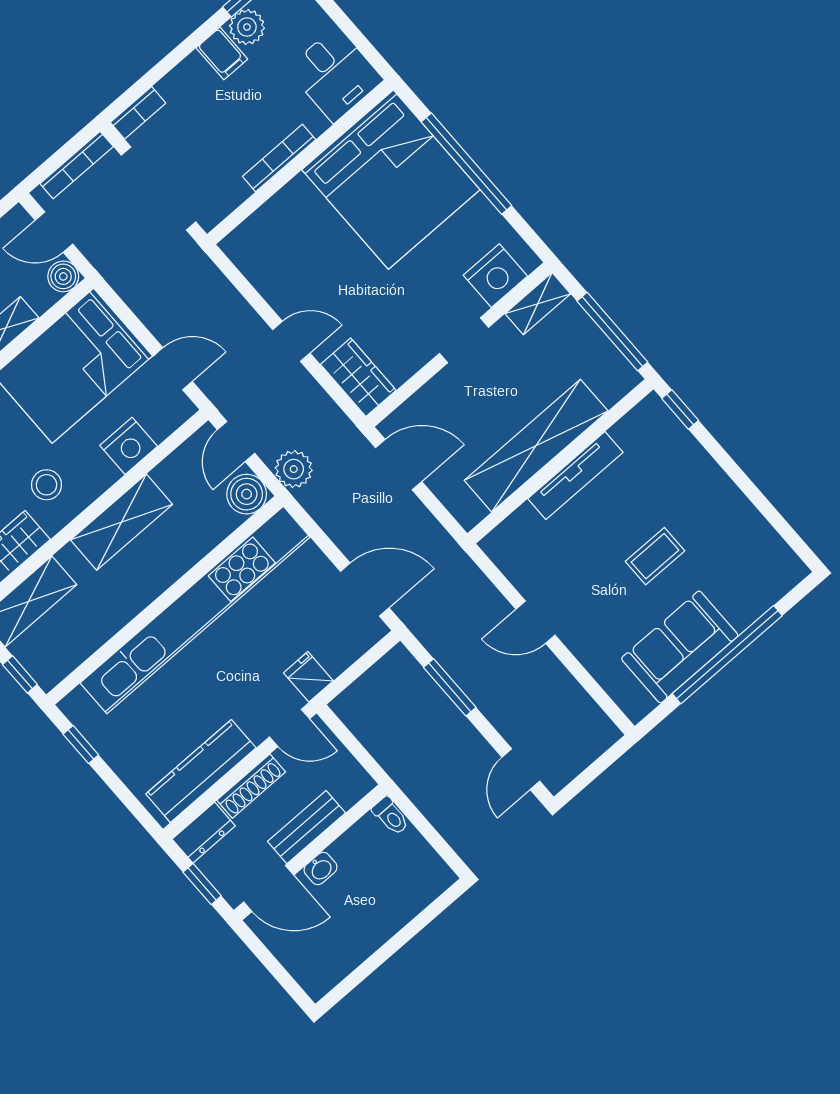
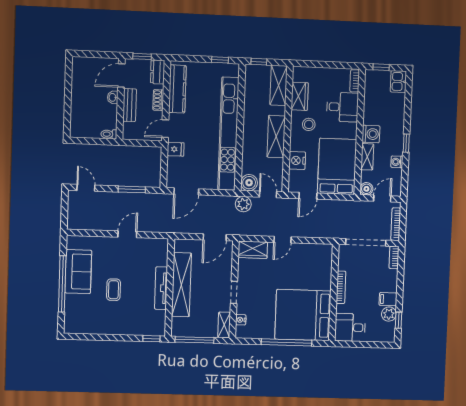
nightstand: (495, 276) -> (241, 320), width x0.53, depth x0.56
shoe rack: (251, 786) -> (158, 100), width x0.70

